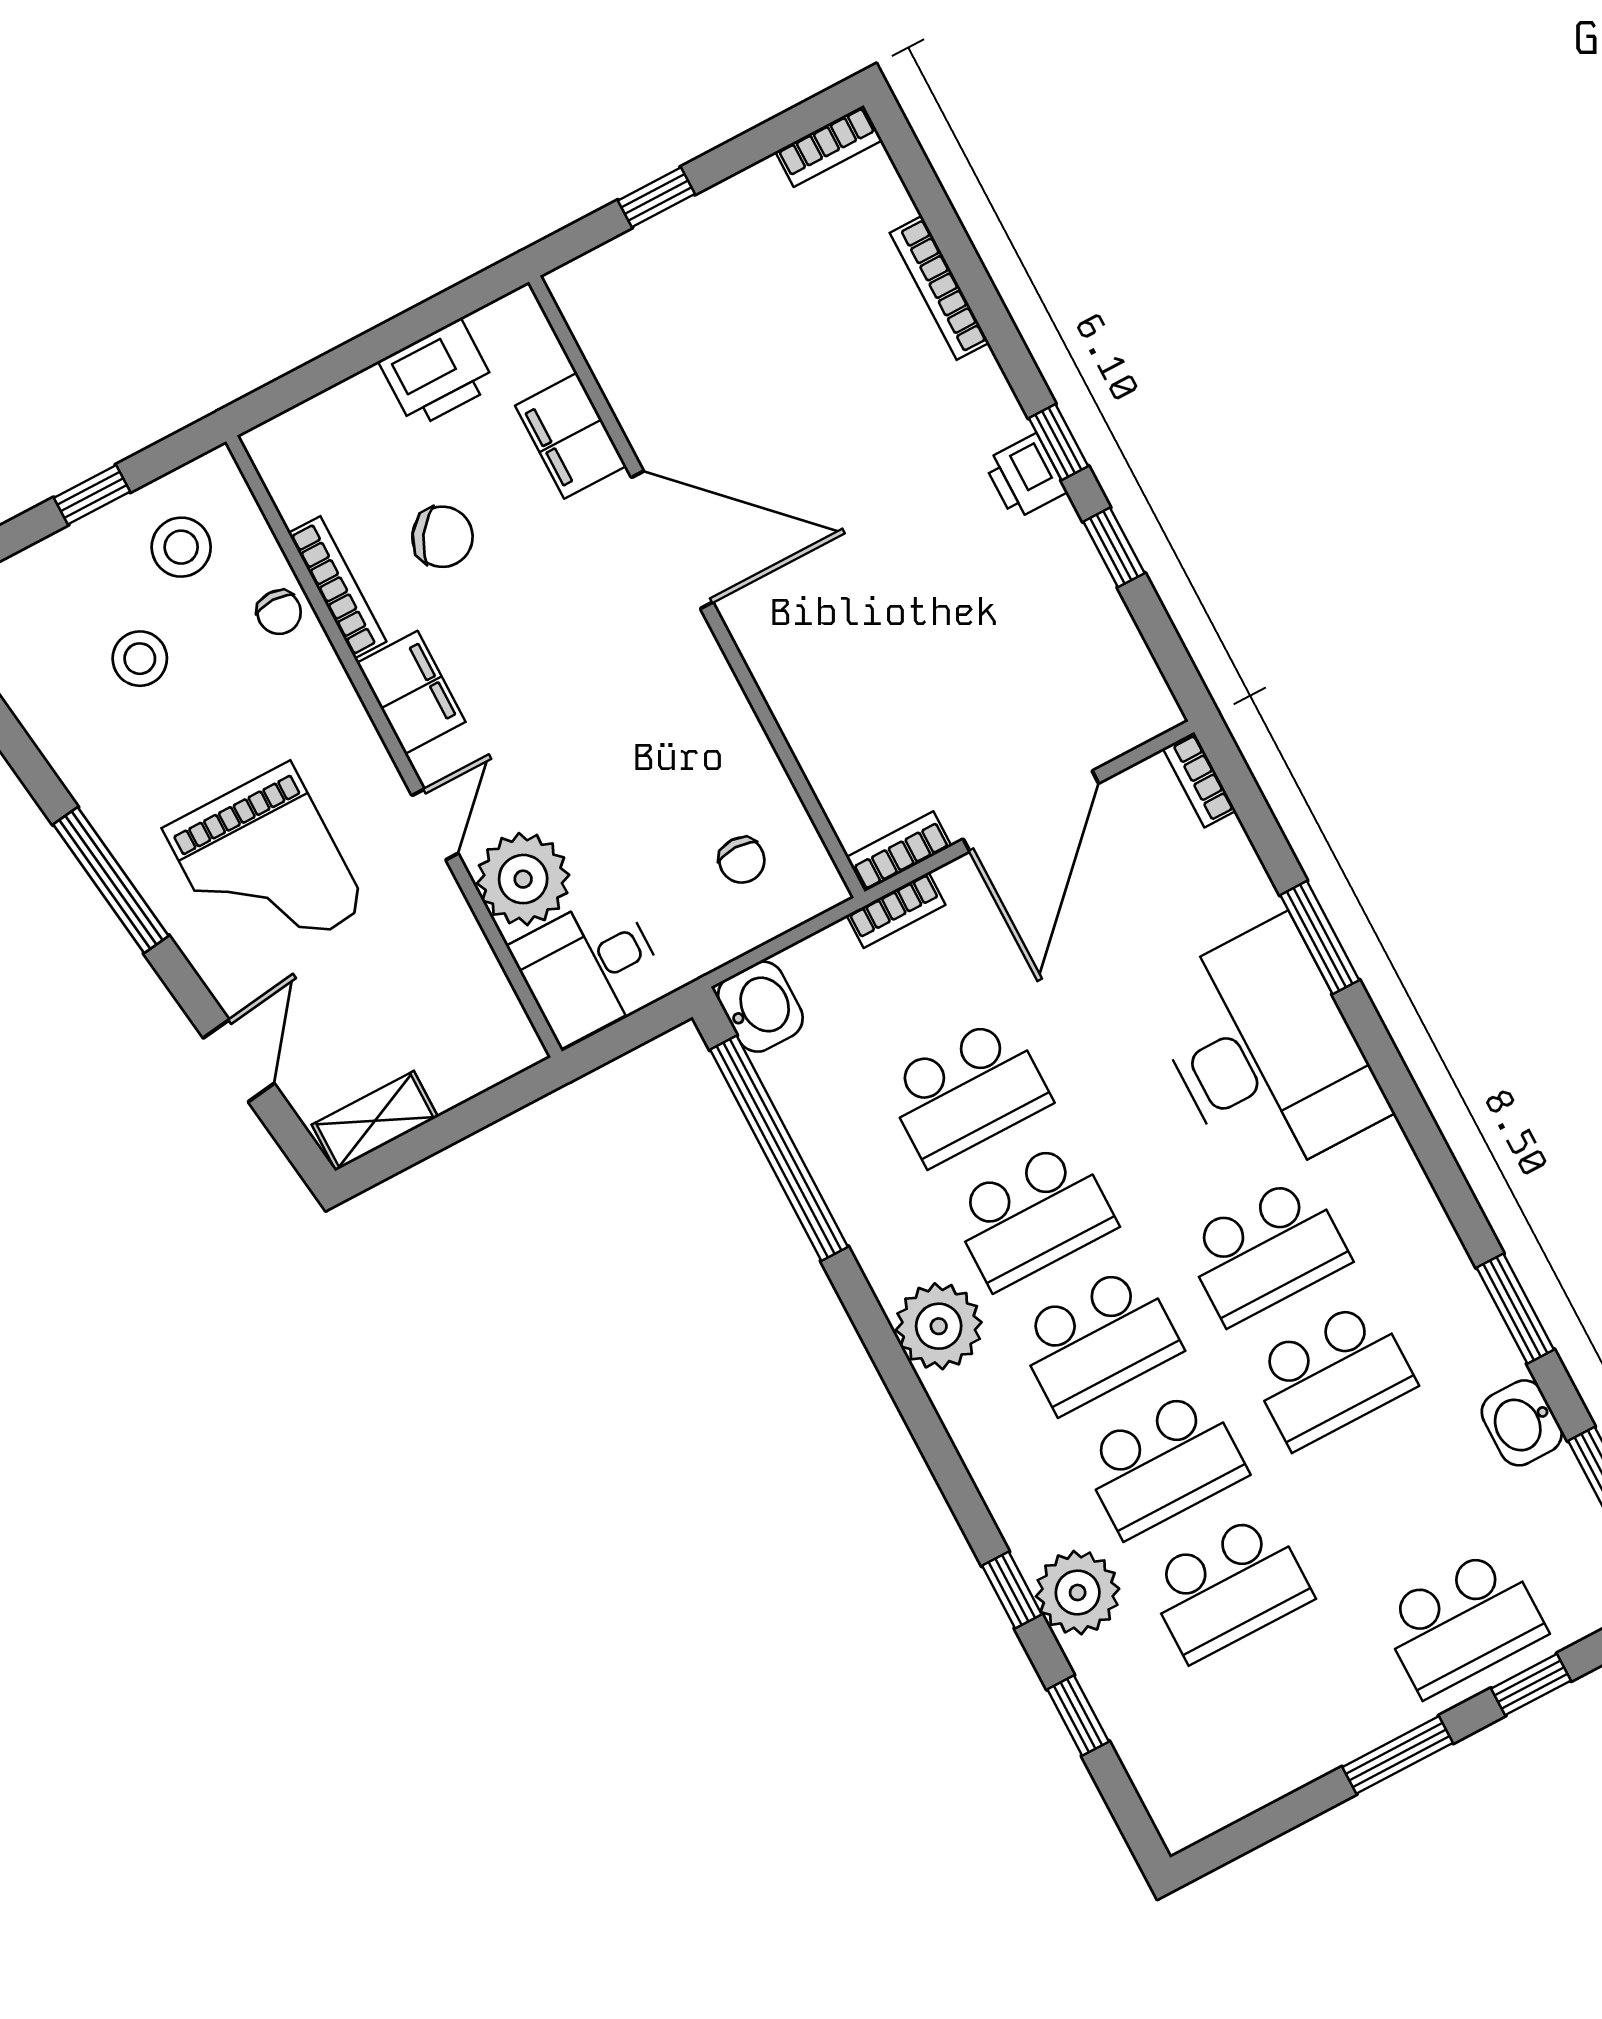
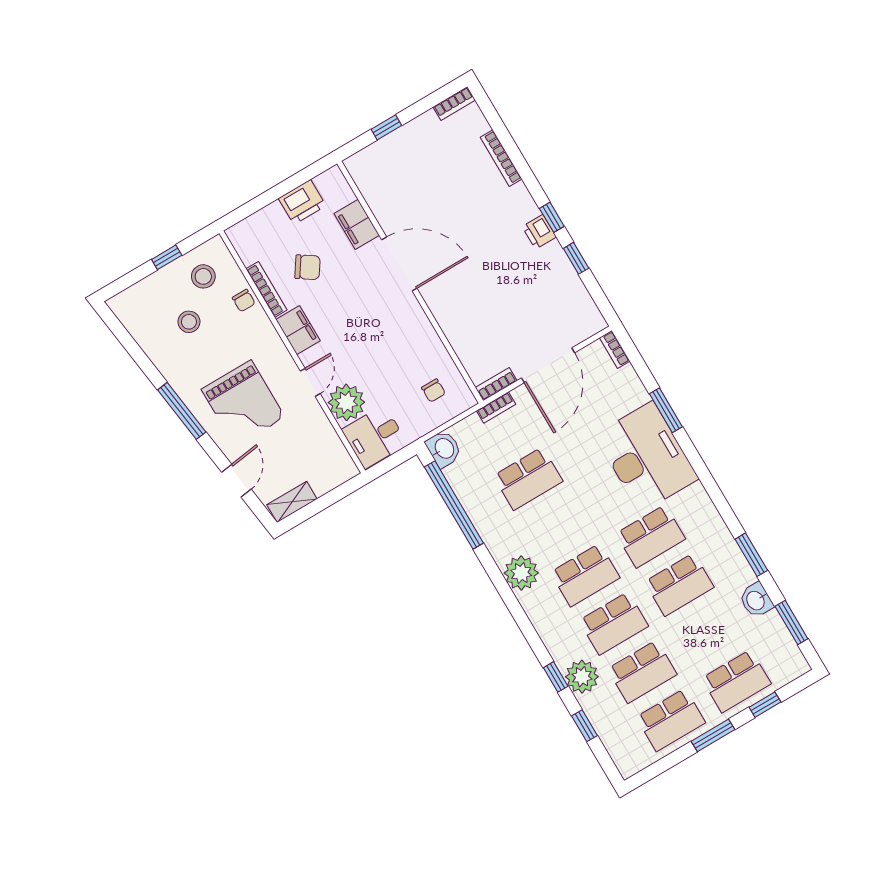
school desk: (1033, 1215) -> (671, 720), moved

